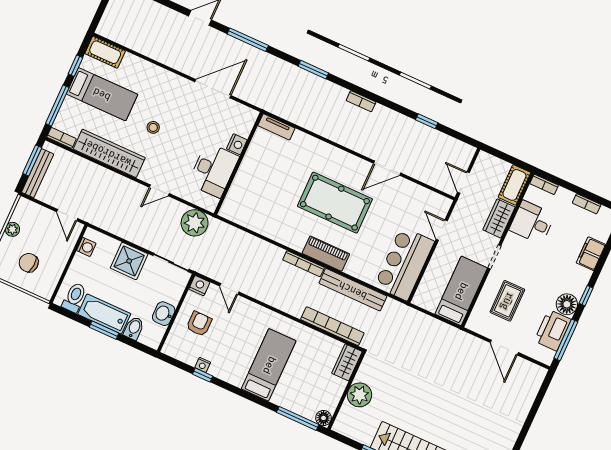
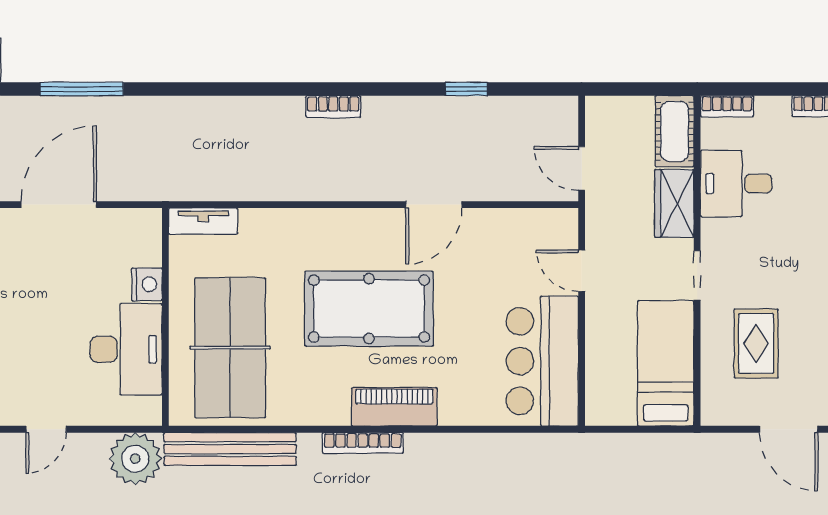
window: (313, 70) -> (223, 89), removed
table tennis table: (262, 191) -> (230, 348), added
bench: (353, 290) -> (230, 449), moved

